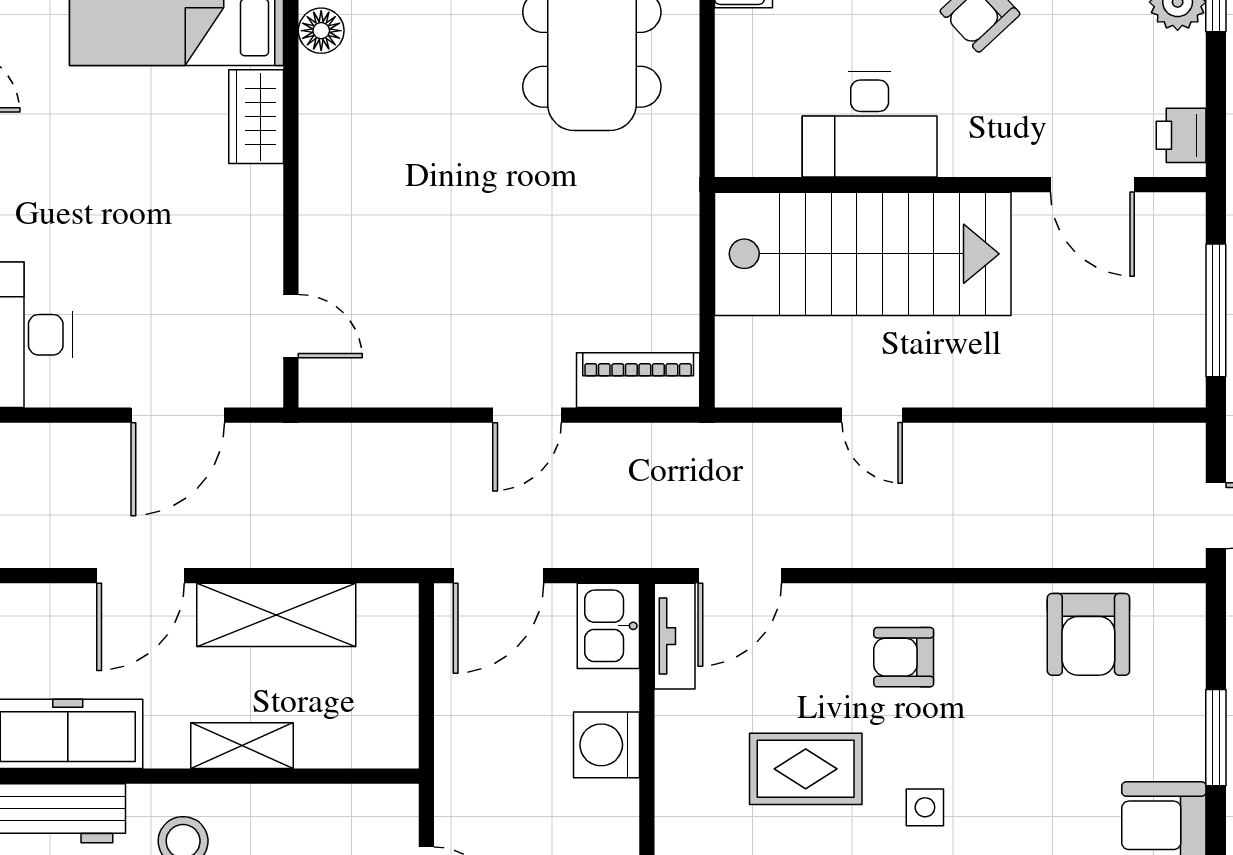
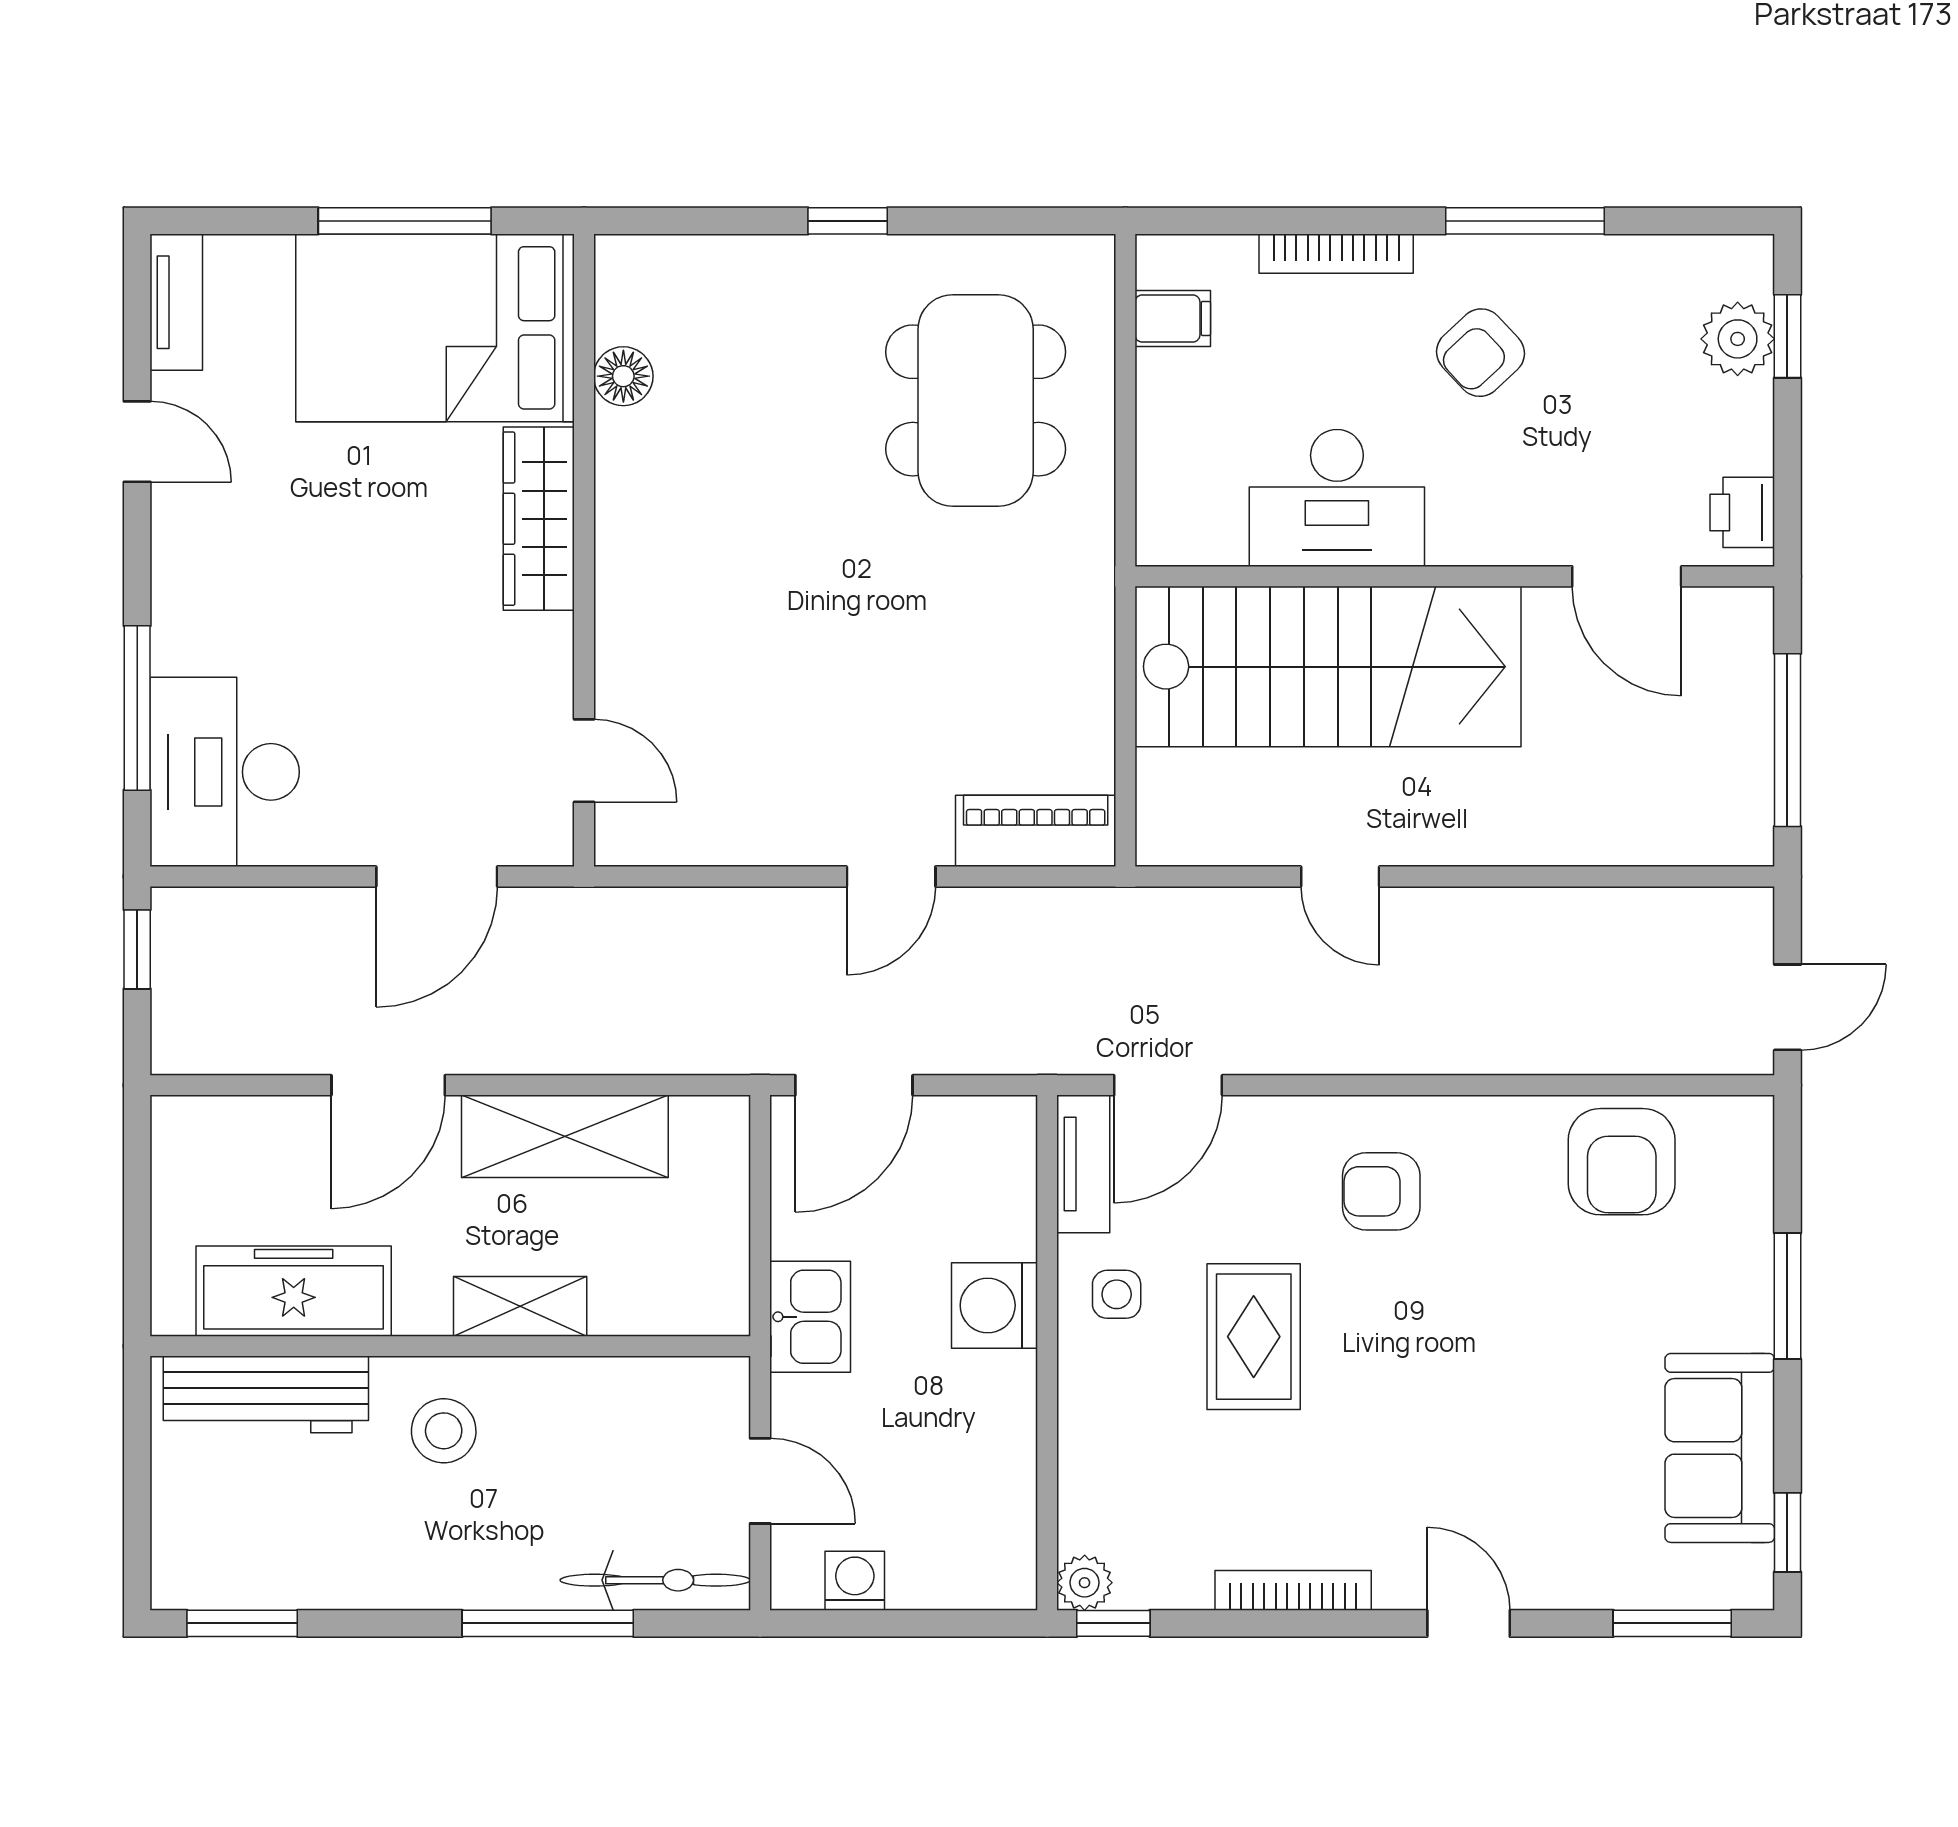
wardrobe: (256, 117) -> (539, 519), width x1.50
kitchen sink: (608, 626) -> (810, 1317), moved, turned 180
rug: (806, 769) -> (1254, 1337), turned 90
side table: (925, 807) -> (1117, 1294), moved

